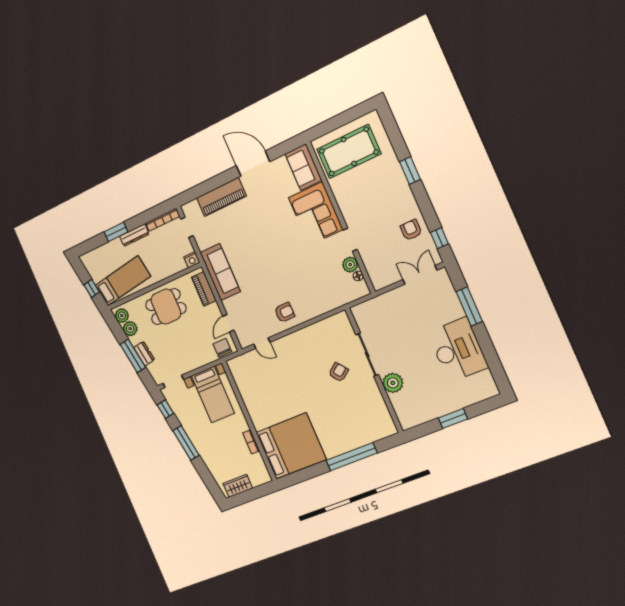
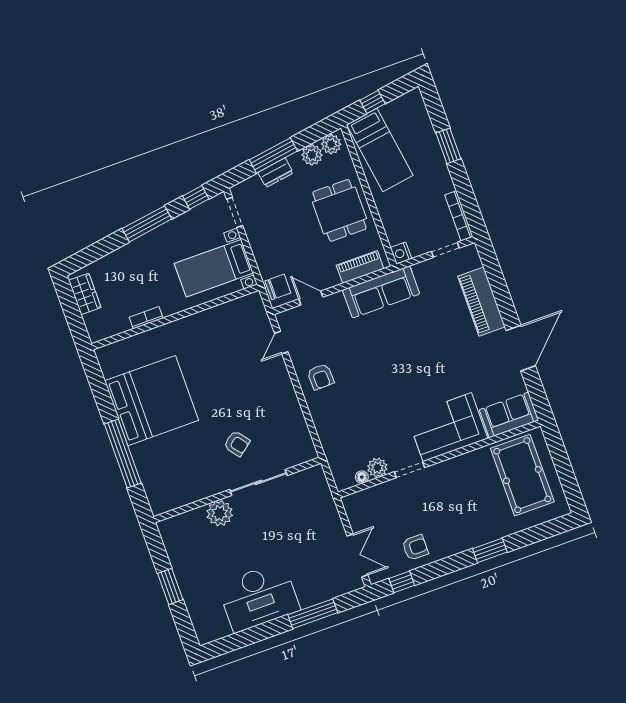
dresser: (134, 235) -> (442, 173), removed
bed: (291, 446) -> (152, 401), moved, turned -90

